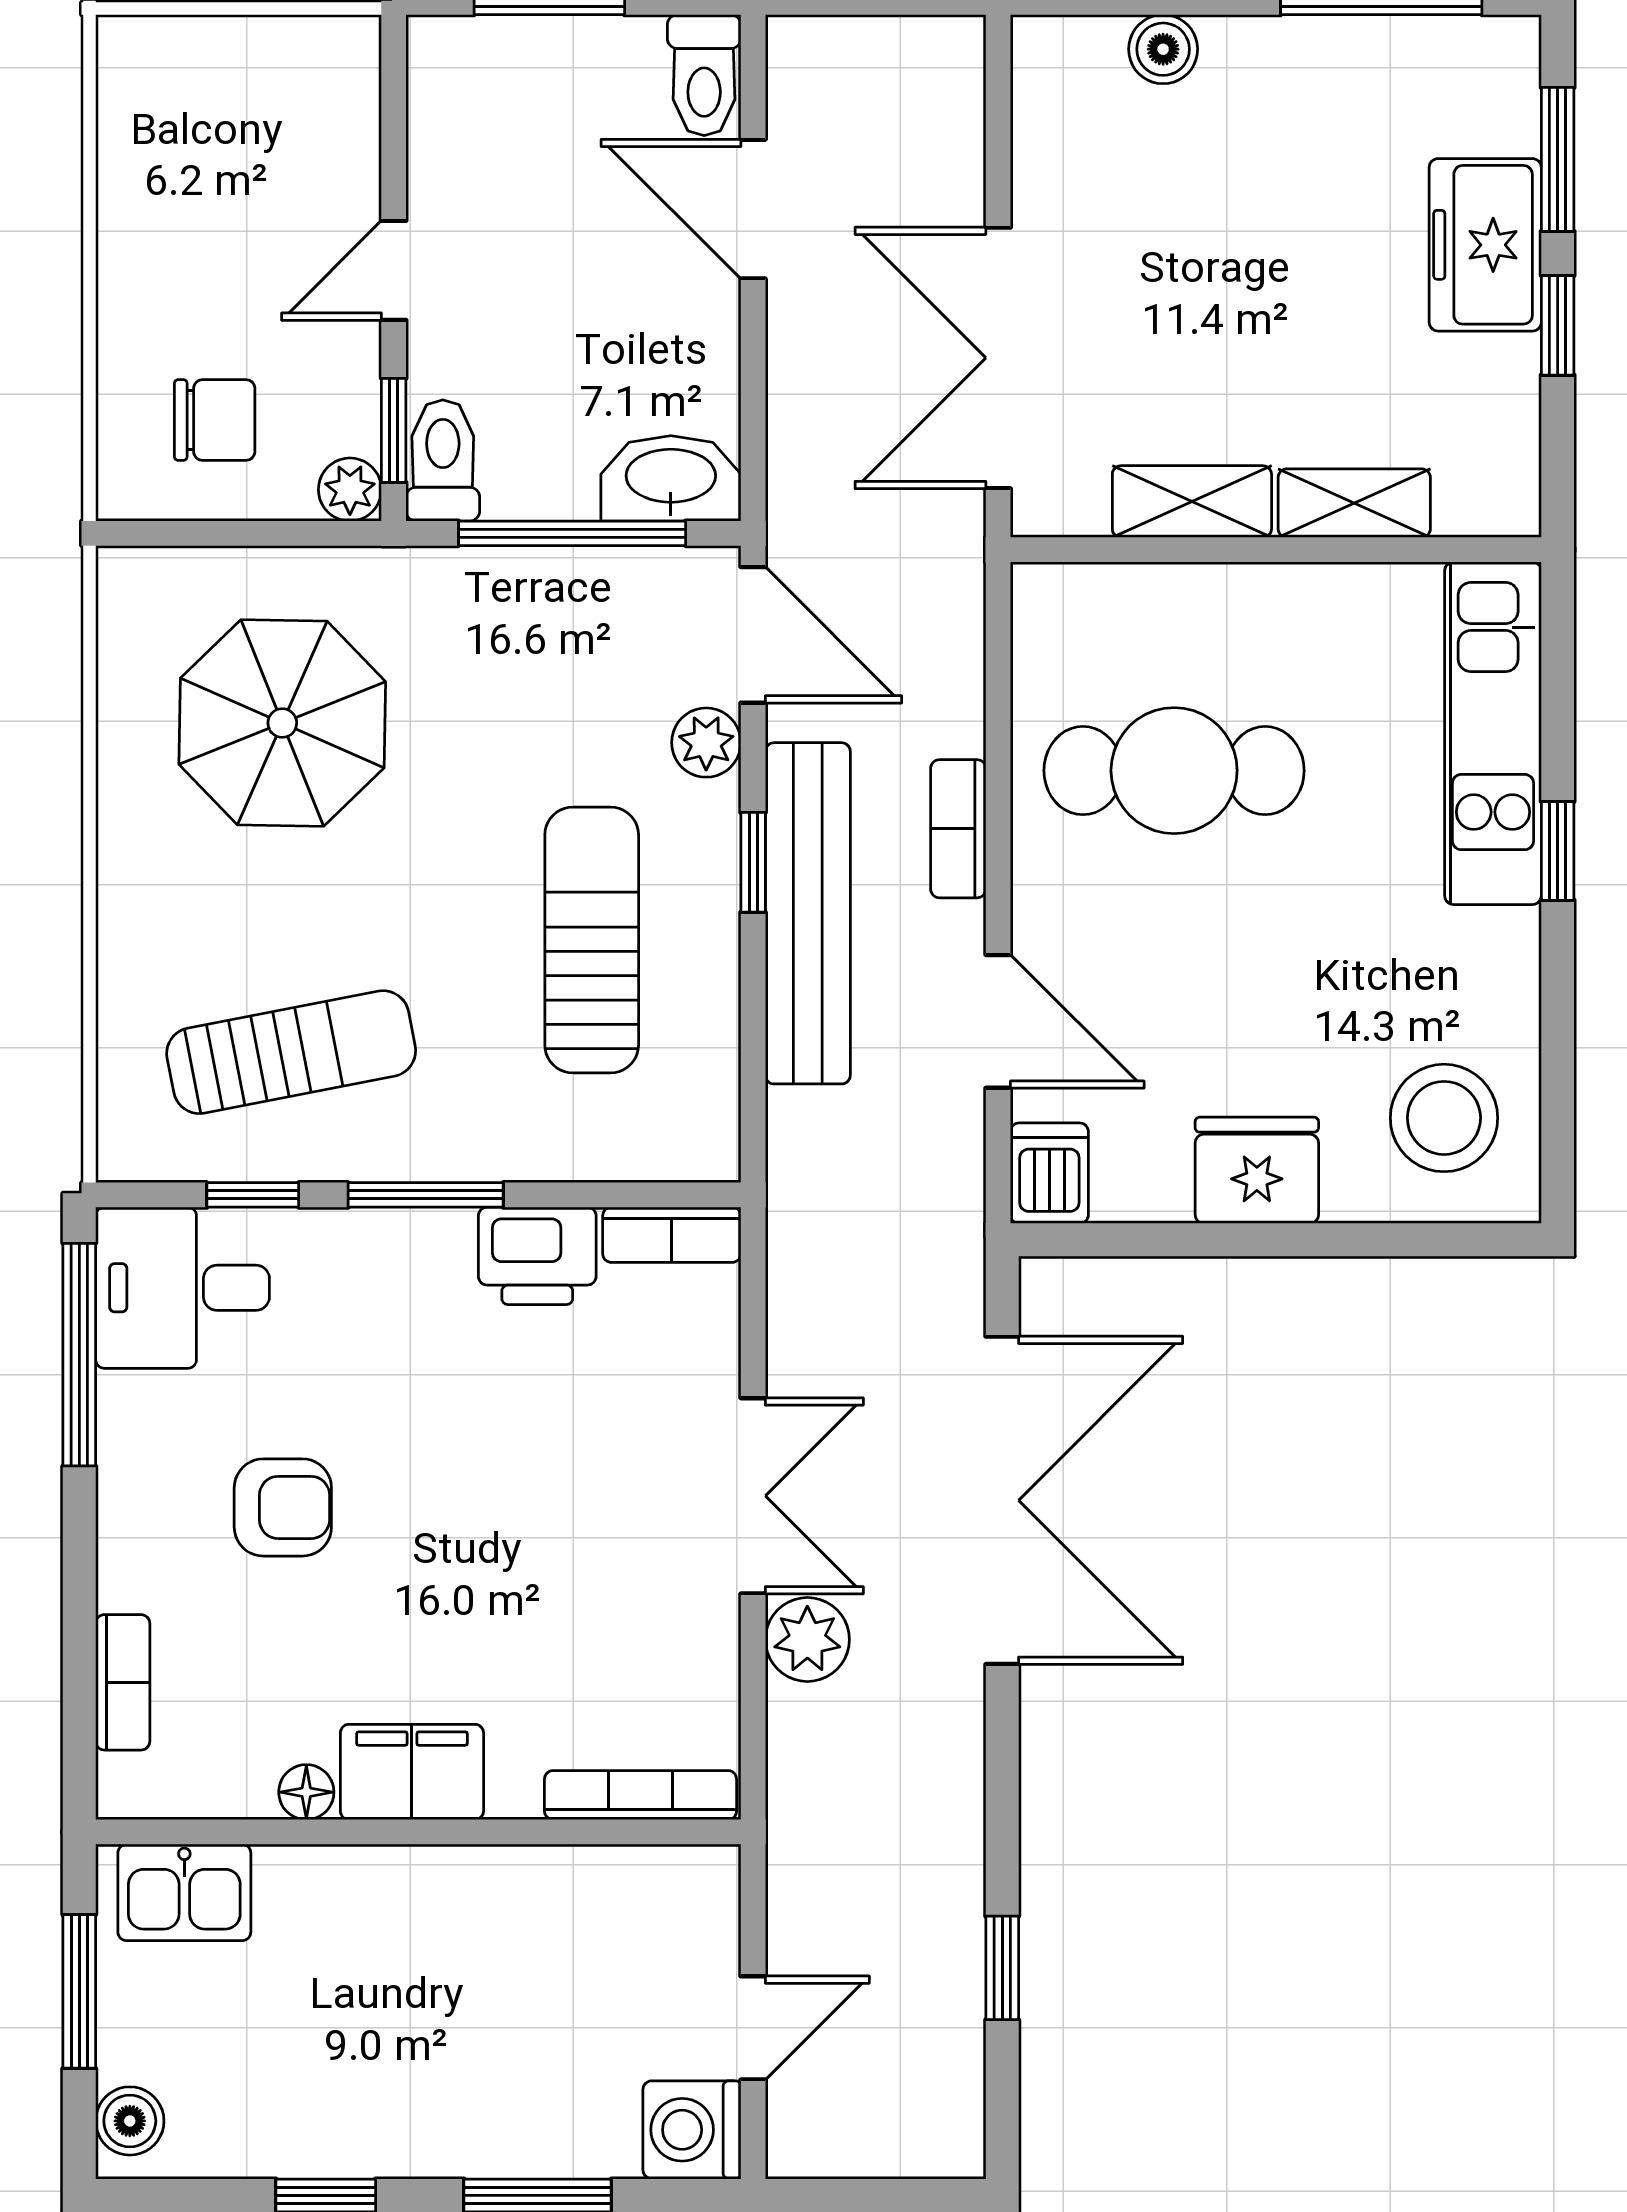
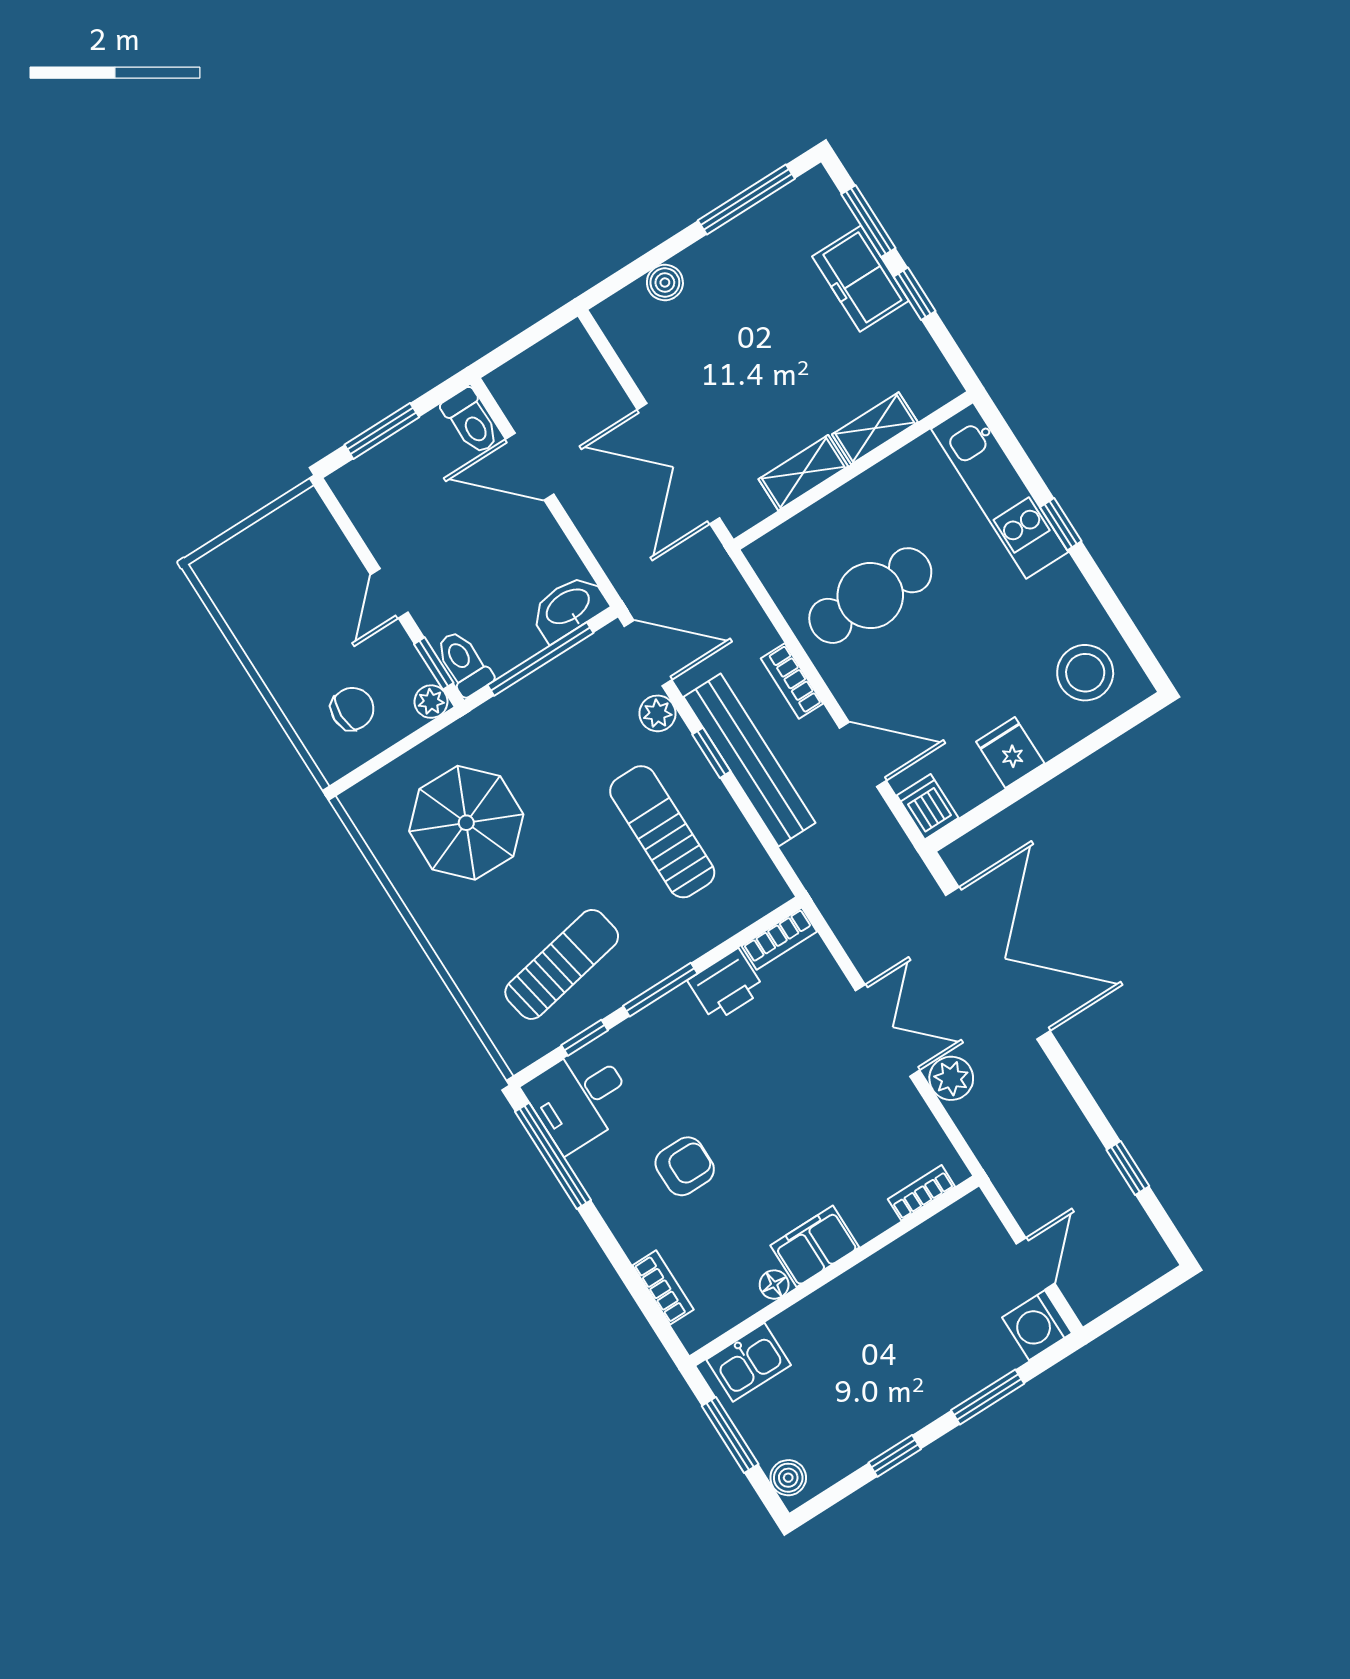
fridge: (1257, 1170) -> (1010, 752), width x0.72
bookcase: (641, 1795) -> (921, 1193), width x0.64

